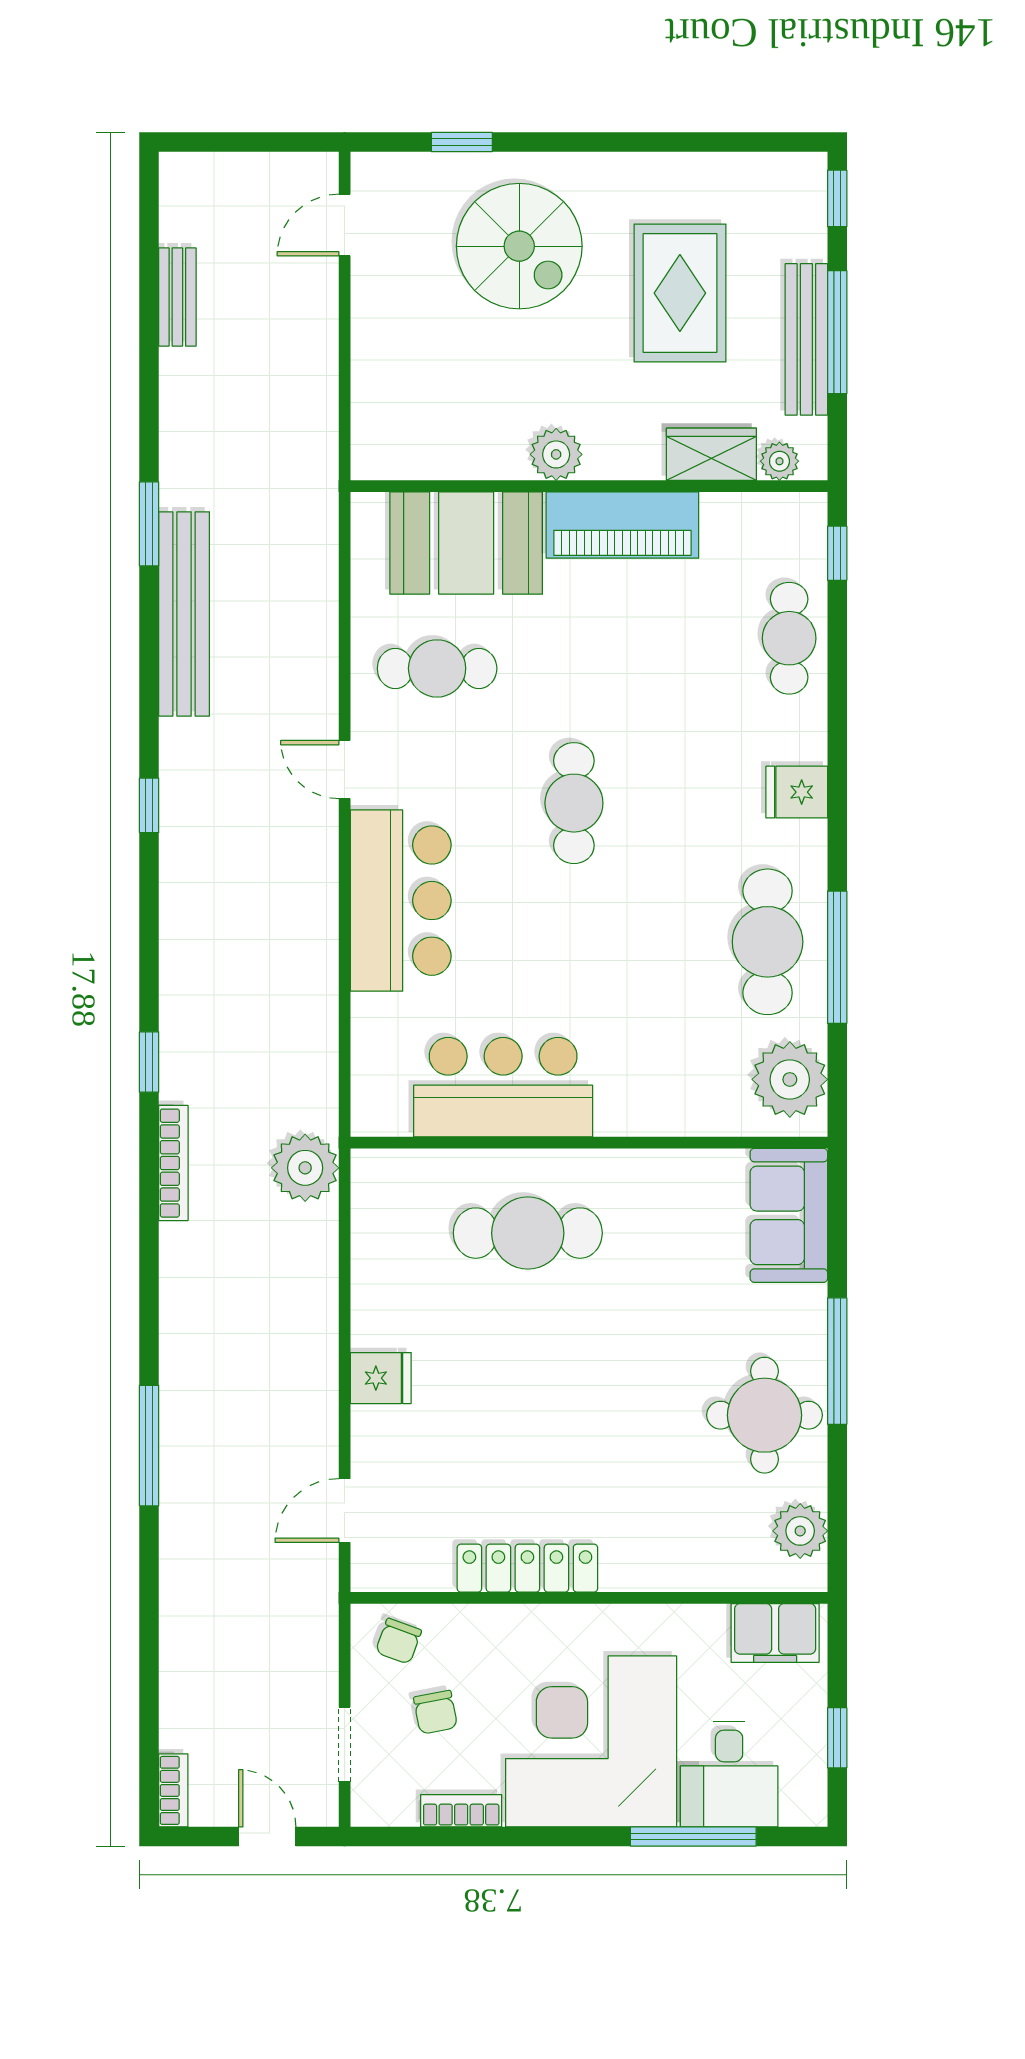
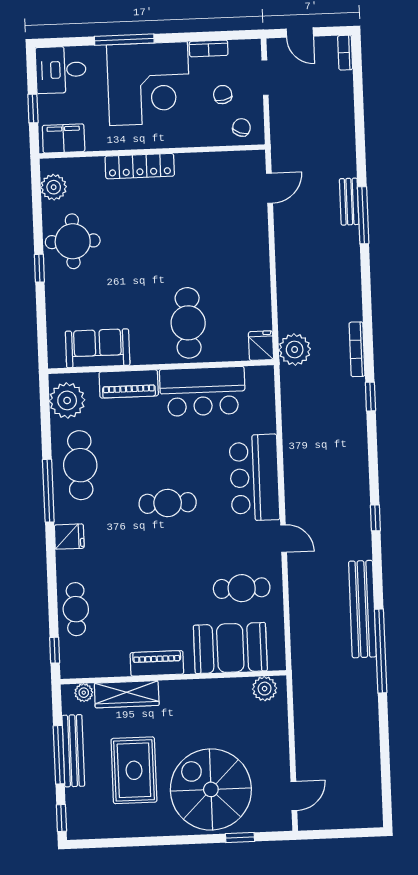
spiral stairs: (519, 246) -> (211, 789), width x1.37, depth x1.37
bench: (177, 297) -> (349, 202), moved
plant: (556, 454) -> (265, 689), moved
wardrobe: (711, 454) -> (127, 694), width x1.50
window: (149, 524) -> (381, 651), width x2.11
piano: (622, 525) -> (157, 663), width x0.73, depth x0.75
cafe table: (574, 803) -> (168, 503), moved, turned 90
window: (837, 957) -> (48, 491), moved
piano: (658, 1109) -> (129, 384), added
sofa: (789, 1215) -> (98, 348), moved, turned -90
cafe table: (528, 1233) -> (188, 323), turned 90
window: (837, 1361) -> (39, 268), width x0.46
fridge: (381, 1378) -> (261, 346), moved, turned 90
locker: (527, 1568) -> (140, 166), moved
window: (837, 1738) -> (33, 109), moved
desk: (729, 1774) -> (61, 70), moved, turned -90
window: (693, 1837) -> (124, 40), moved

